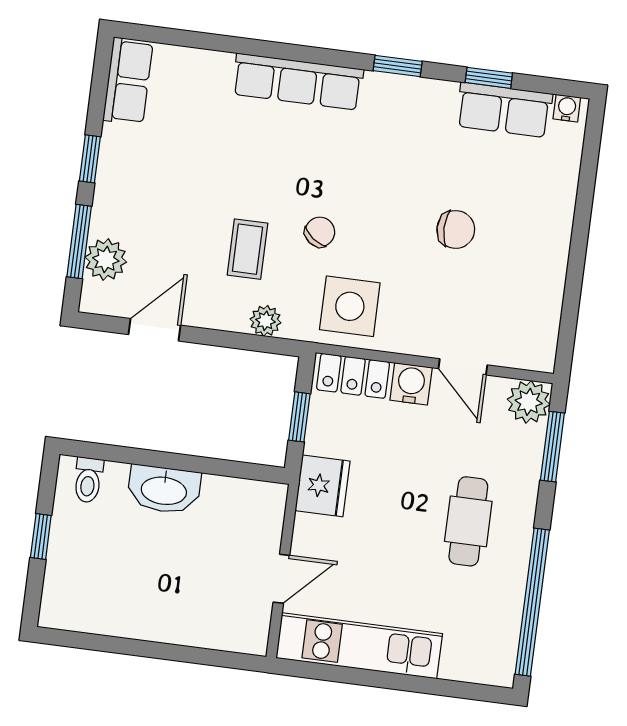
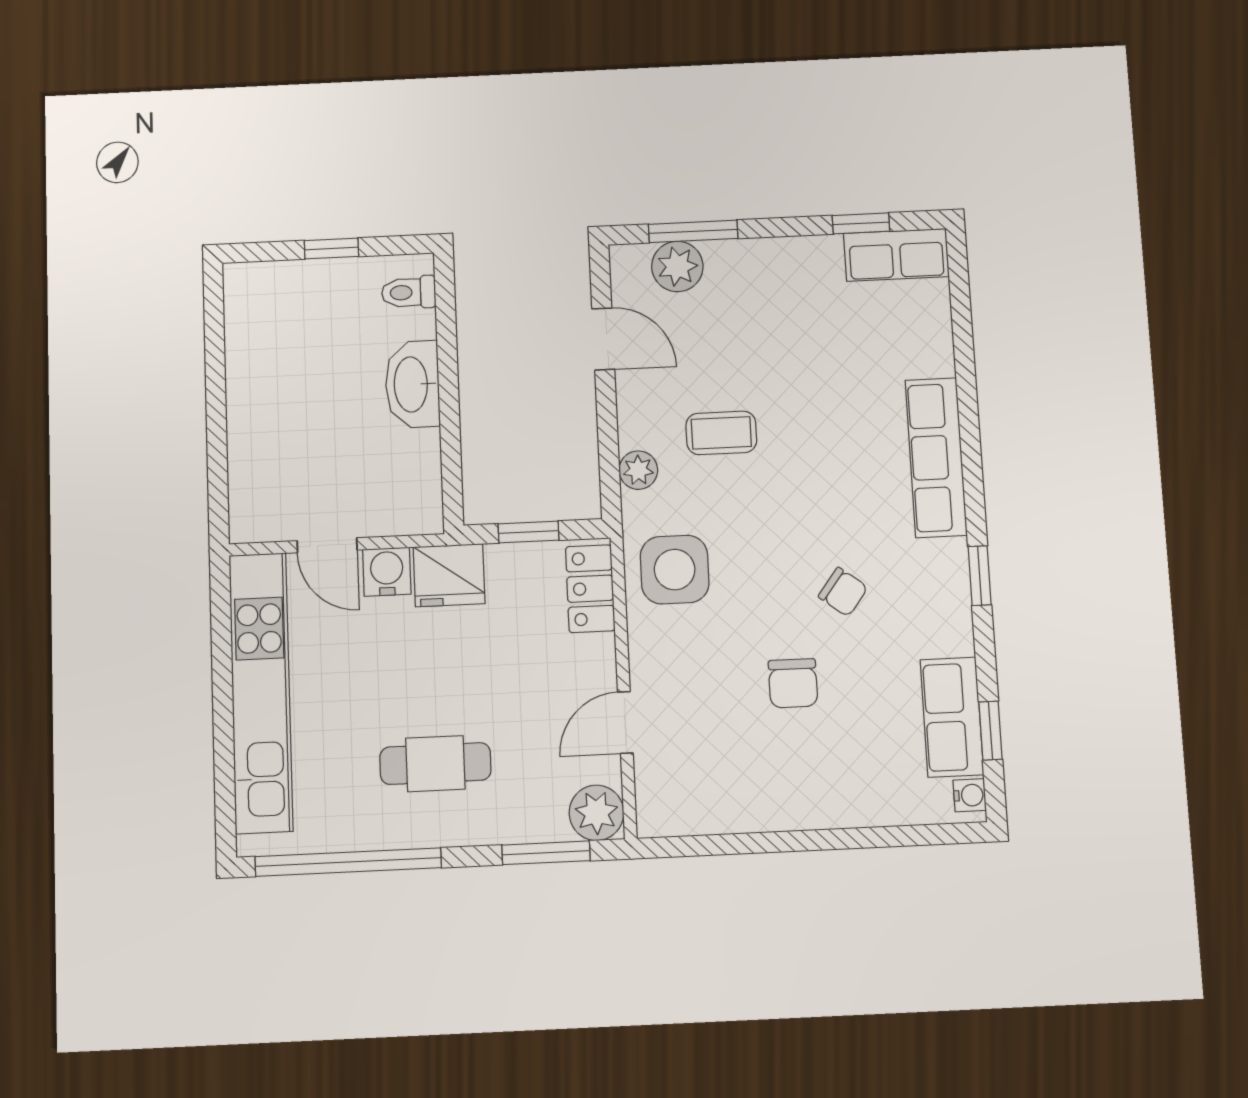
window: (489, 78) -> (990, 731), moved
window: (90, 159) -> (861, 223), moved
chair: (320, 232) -> (843, 592), moved
water cooler: (411, 384) -> (387, 572), moved, turned -90
kitchen unit: (359, 646) -> (261, 692), width x1.36

